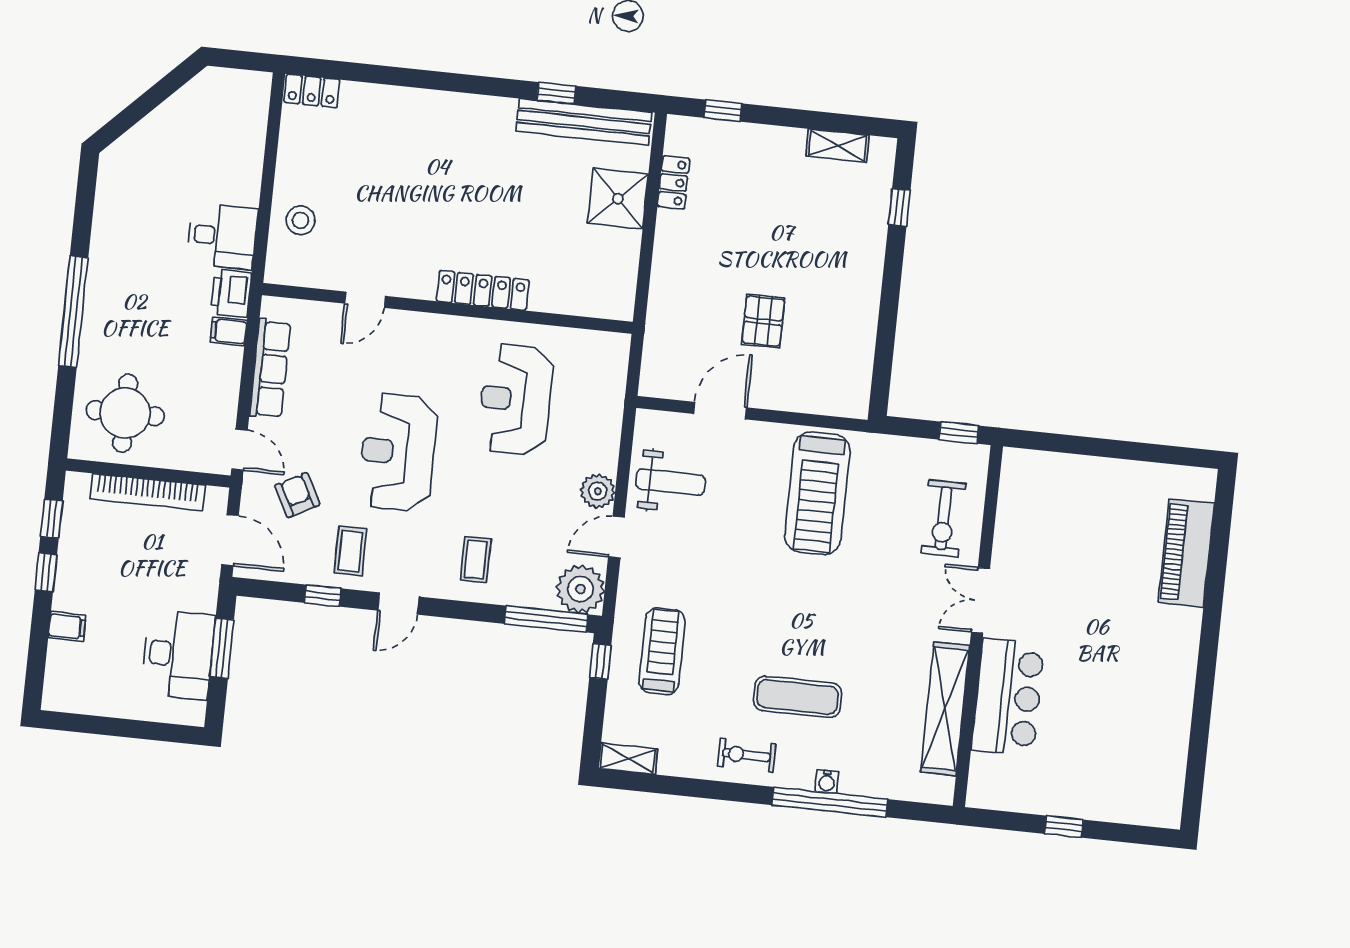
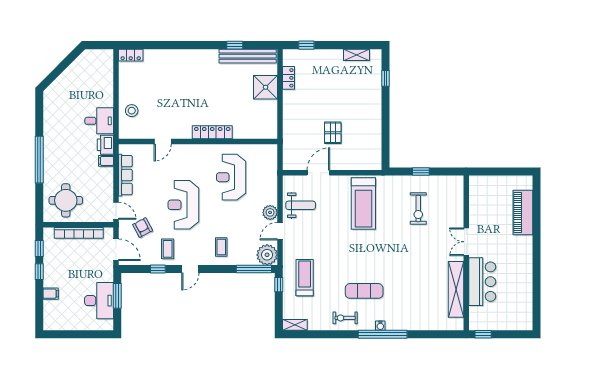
double door: (981, 600) -> (466, 242), moved
wall: (978, 626) -> (466, 253), moved
bar counter: (1008, 697) -> (482, 282), moved
shelving: (945, 709) -> (456, 289), moved

